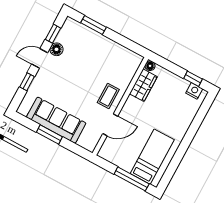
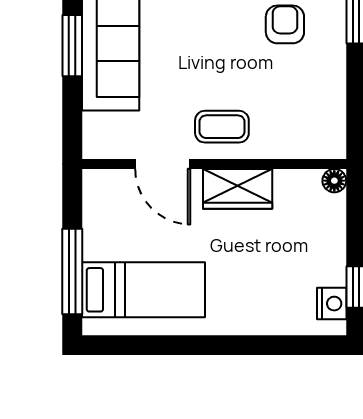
armchair: (84, 53) -> (285, 24), added
wardrobe: (143, 85) -> (238, 189), moved

